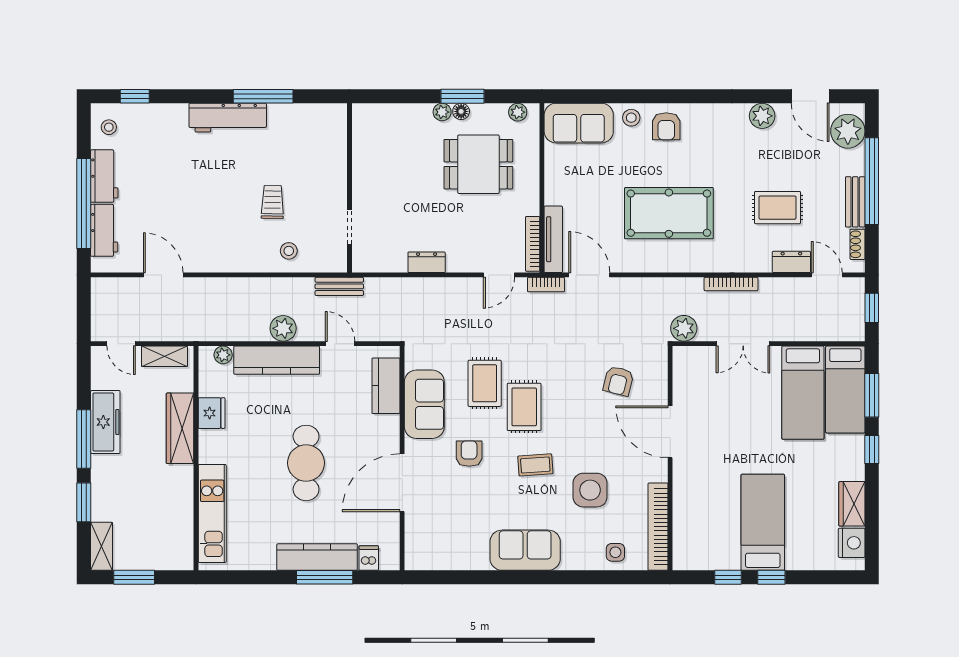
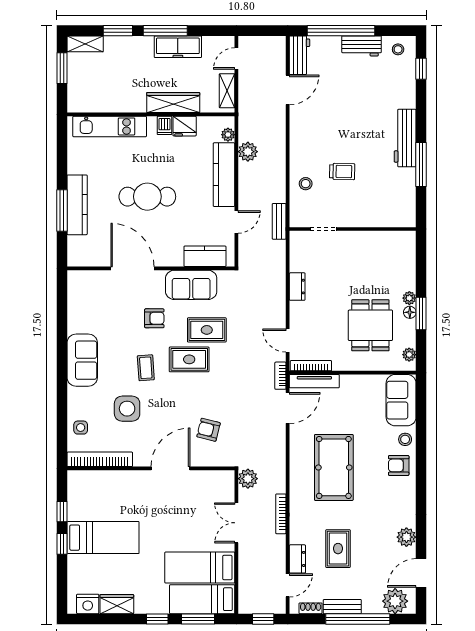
workbench: (104, 230) -> (299, 55), moved, turned -90
plant: (283, 328) -> (248, 152), moved
dishwasher: (369, 558) -> (164, 125), moved, turned 90

